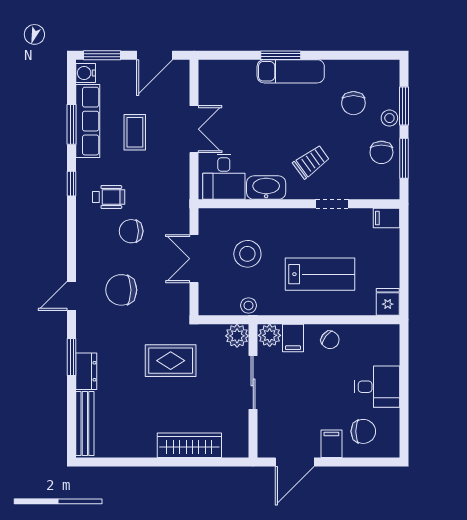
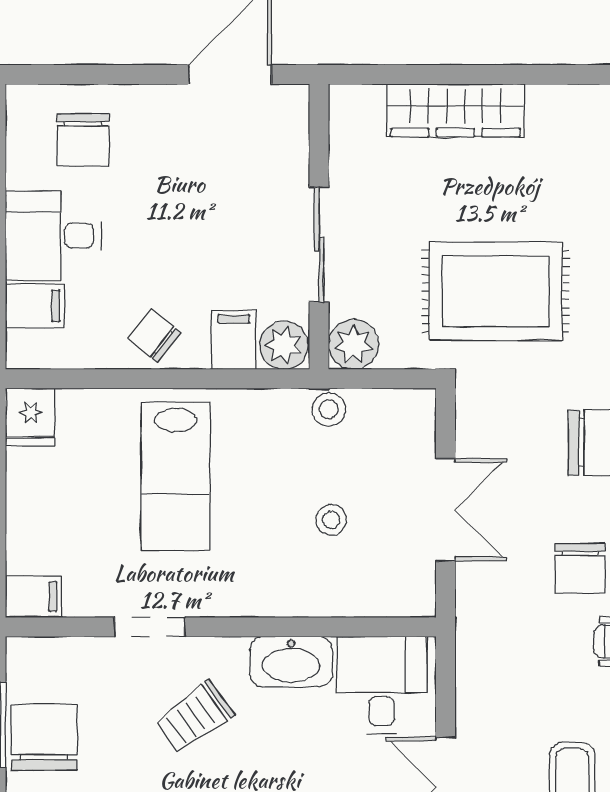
chair: (381, 152) -> (44, 737), width x1.37, depth x1.37
chair: (131, 231) -> (580, 568), turned 90
stool: (247, 254) -> (331, 520), width x0.53, depth x0.53
lab bench: (320, 274) -> (176, 476), turned -90
rug: (171, 361) -> (496, 291), width x1.36, depth x1.43
chair: (363, 431) -> (83, 140), turned -90
filing cabinet: (331, 444) -> (35, 306), moved, turned -90

